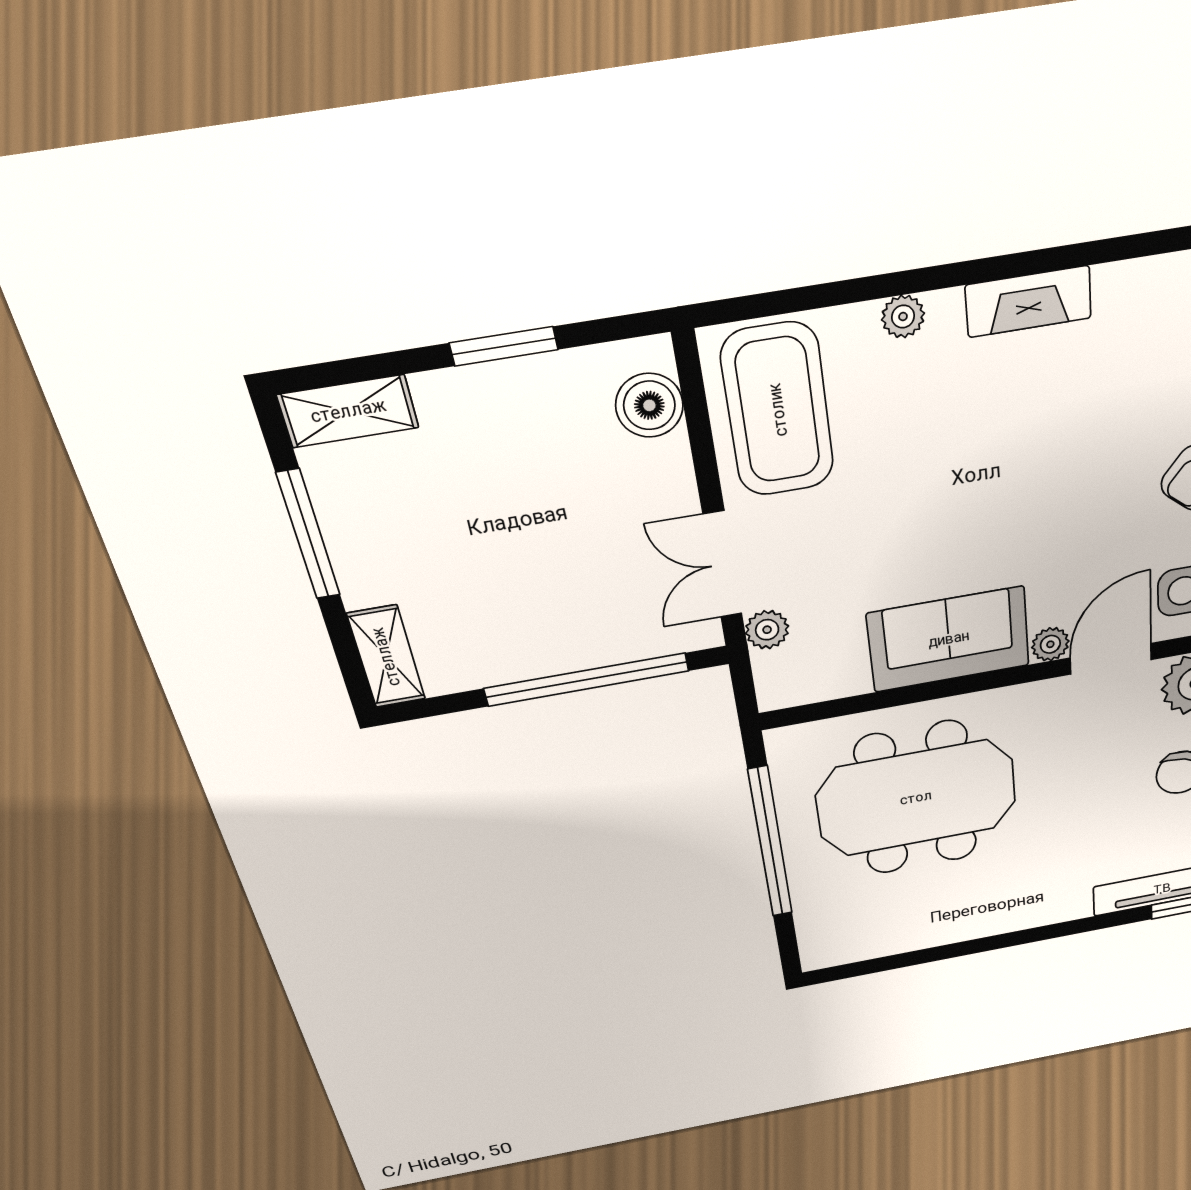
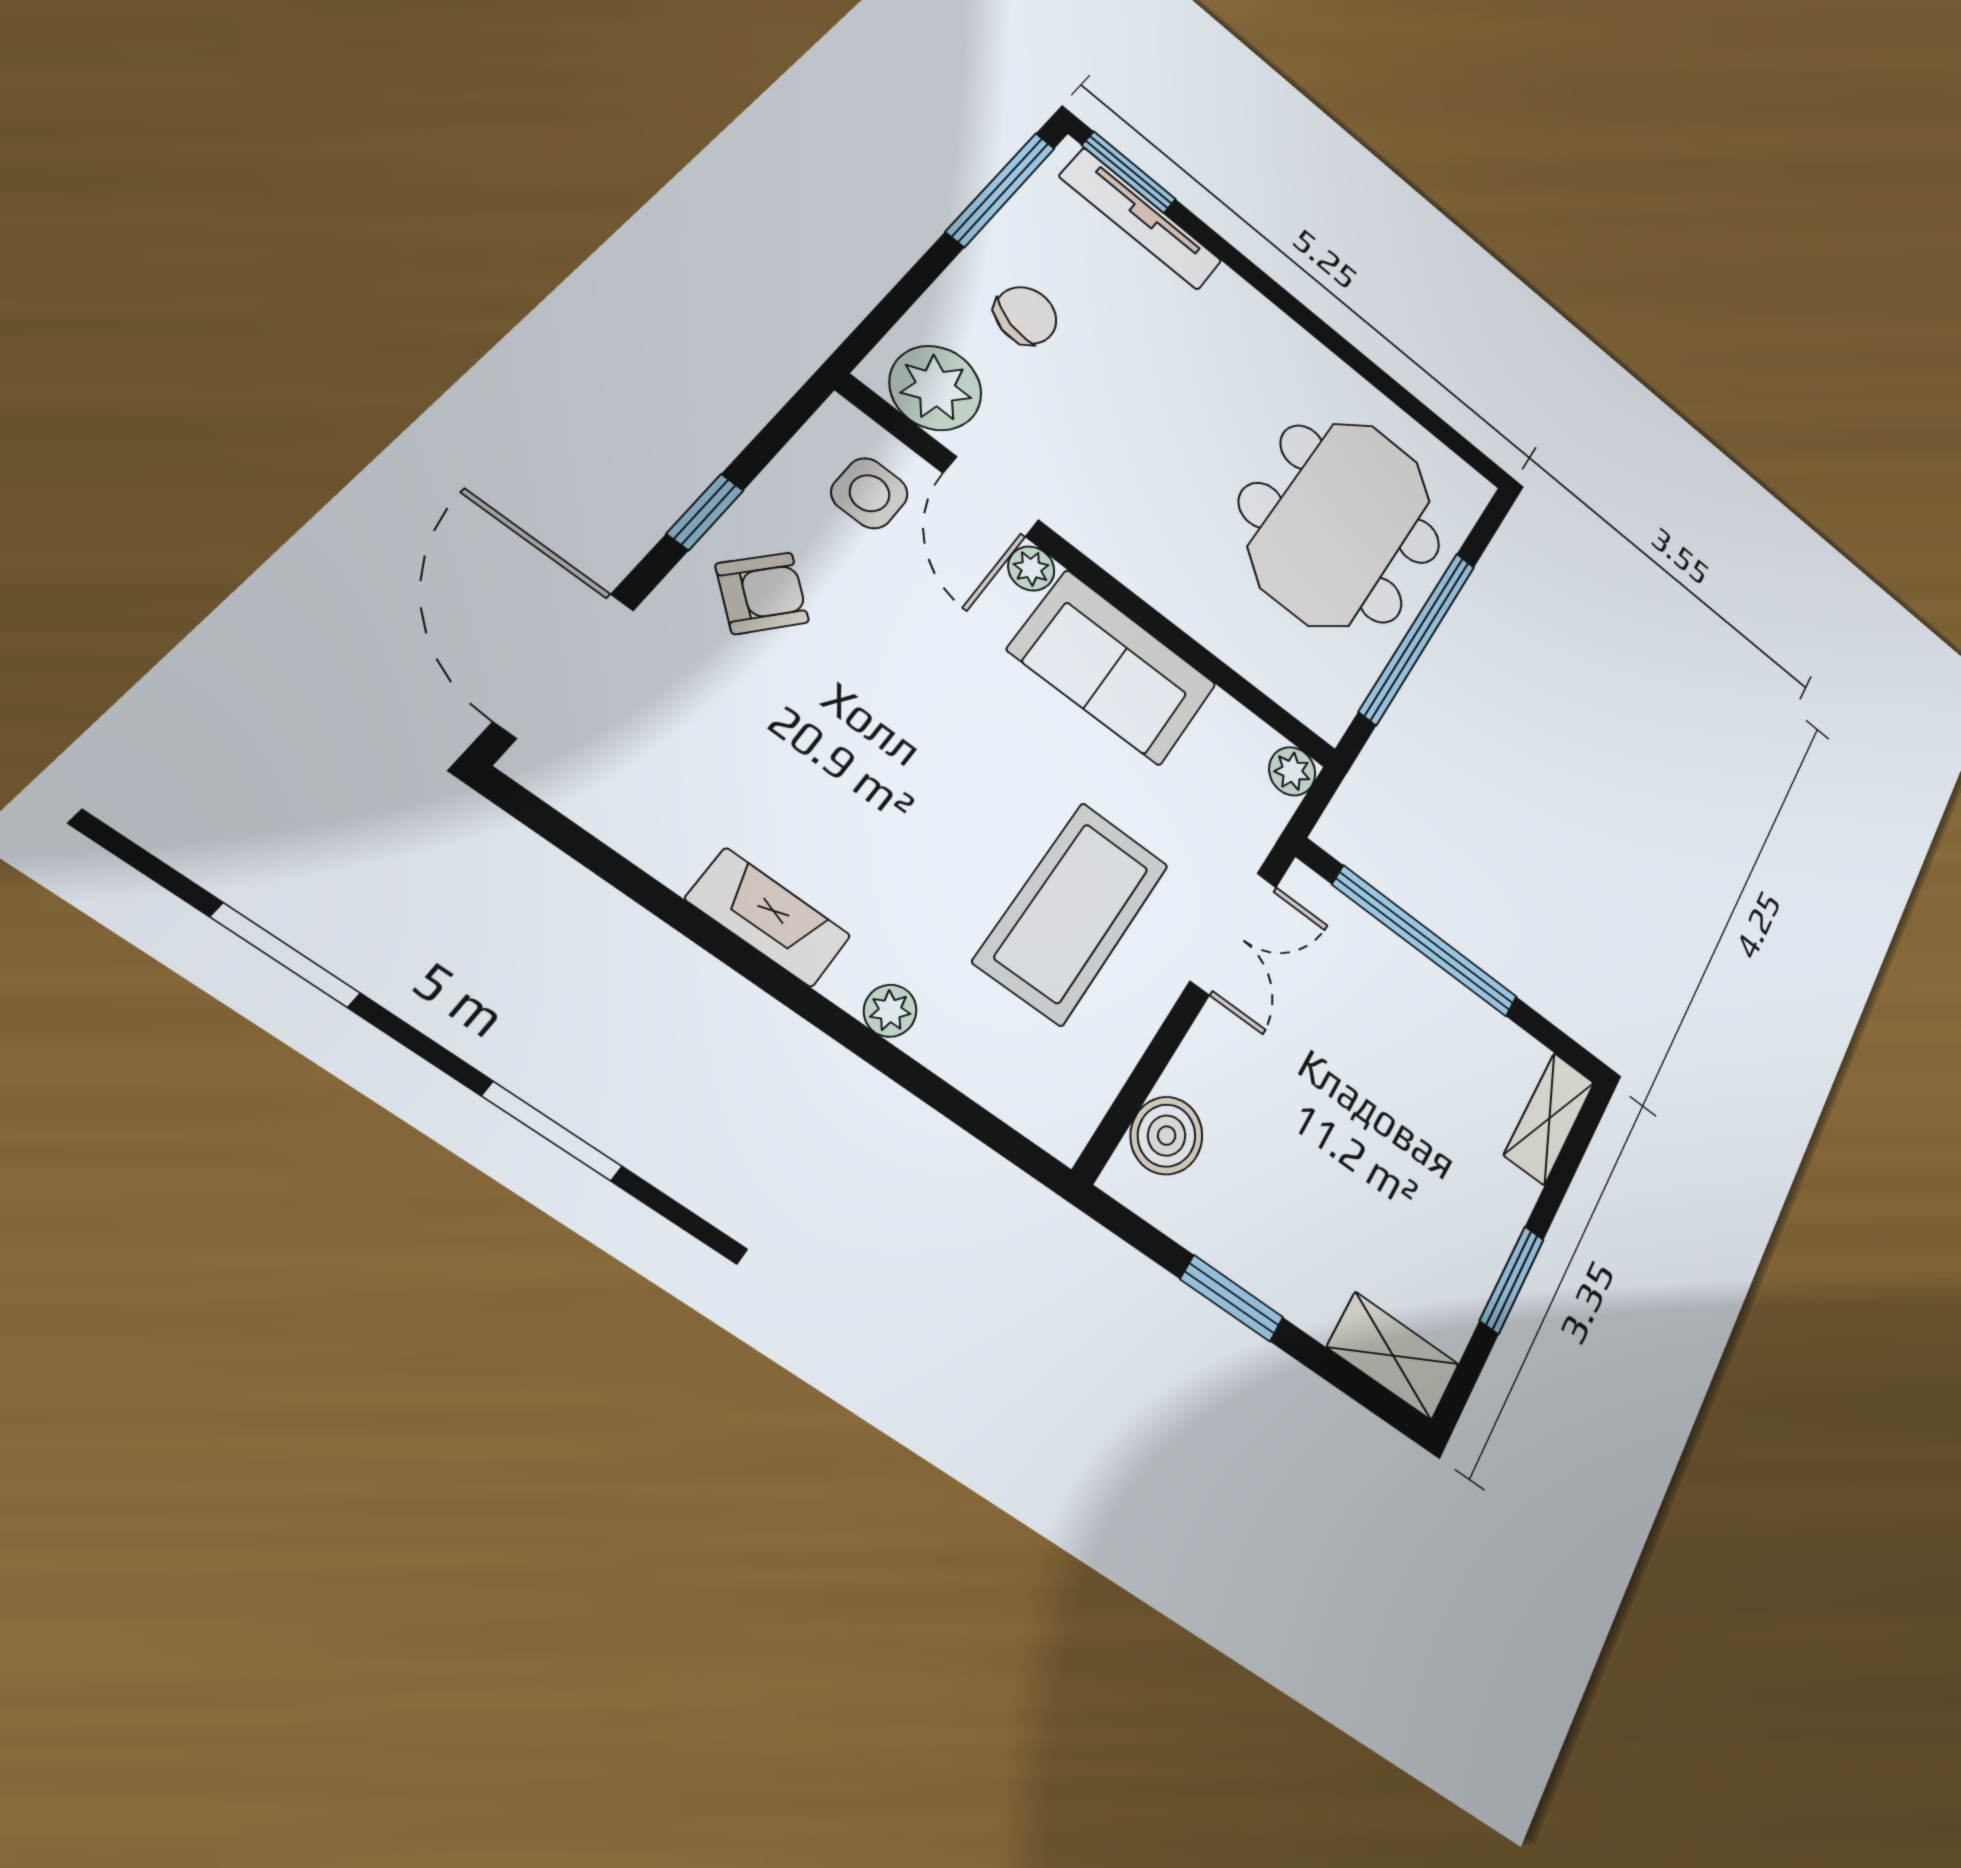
coffee table: (778, 410) -> (1072, 913), moved
window: (308, 535) -> (1512, 1280), width x0.69
plant: (767, 630) -> (1292, 771), moved
door: (1111, 659) -> (991, 497), hinge flipped
meeting table: (916, 798) -> (1341, 523), moved, turned 90

